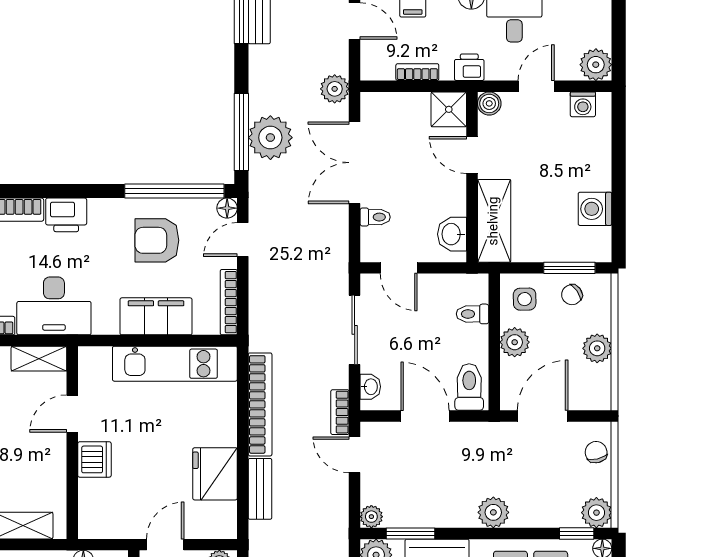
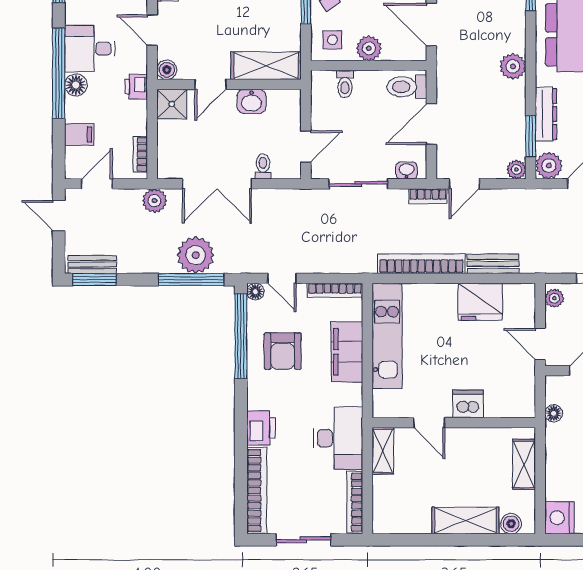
bookcase: (417, 72) -> (140, 154), moved
washbasin: (452, 234) -> (251, 101), moved

